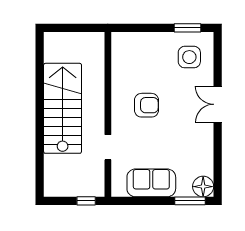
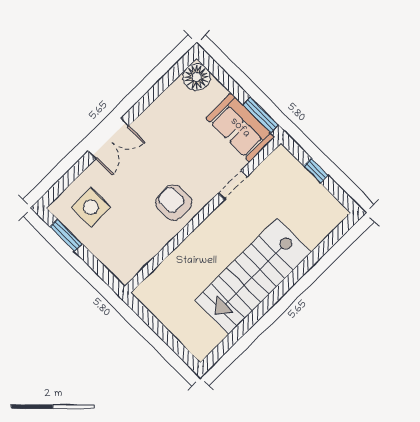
wall: (108, 114) -> (203, 215), moved
doorway: (108, 147) -> (233, 185), moved
window: (190, 201) -> (260, 115), moved

